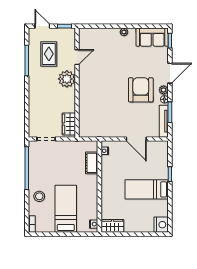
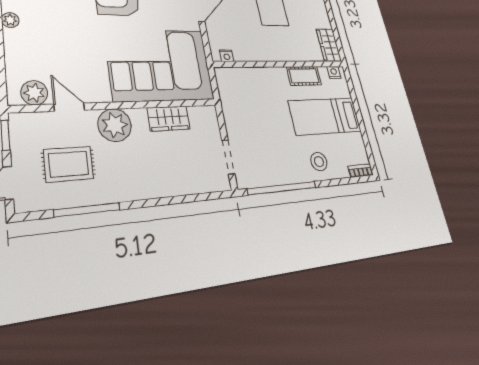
plant: (85, 41) -> (34, 93), added
corner sofa: (99, 108) -> (160, 65), added
wardrobe: (69, 124) -> (169, 118), moved
cot: (92, 163) -> (304, 76), moved

